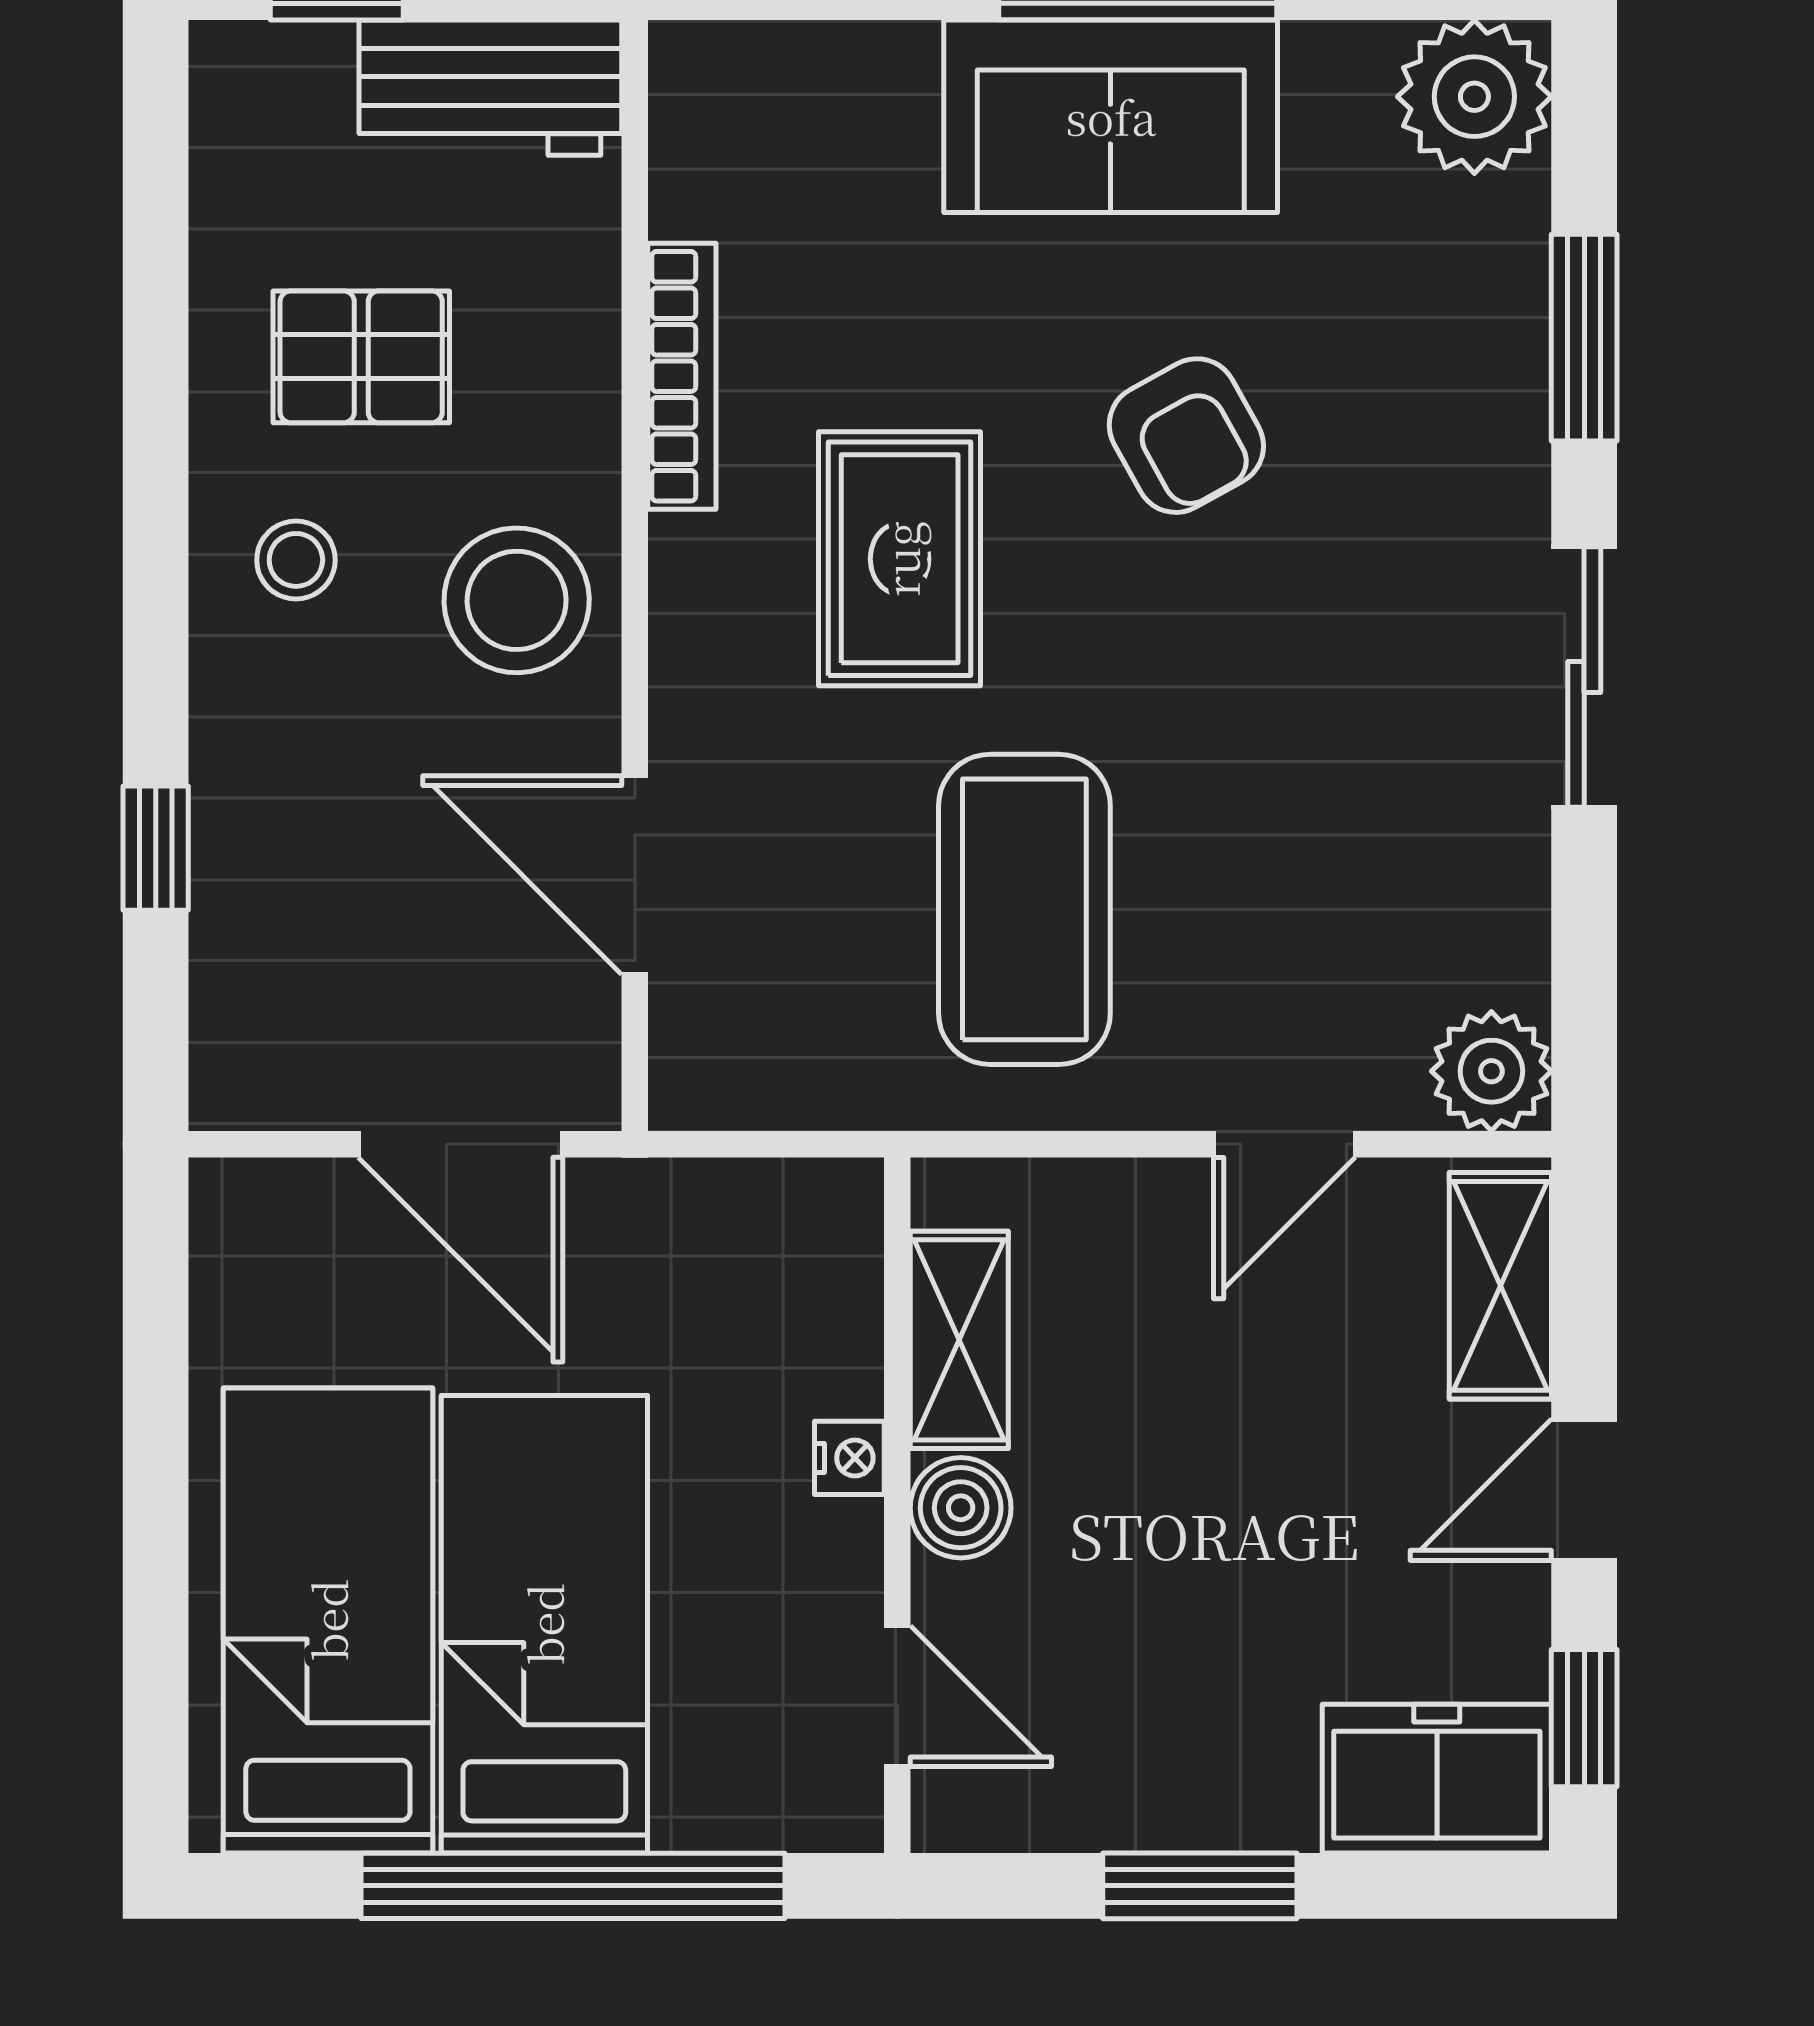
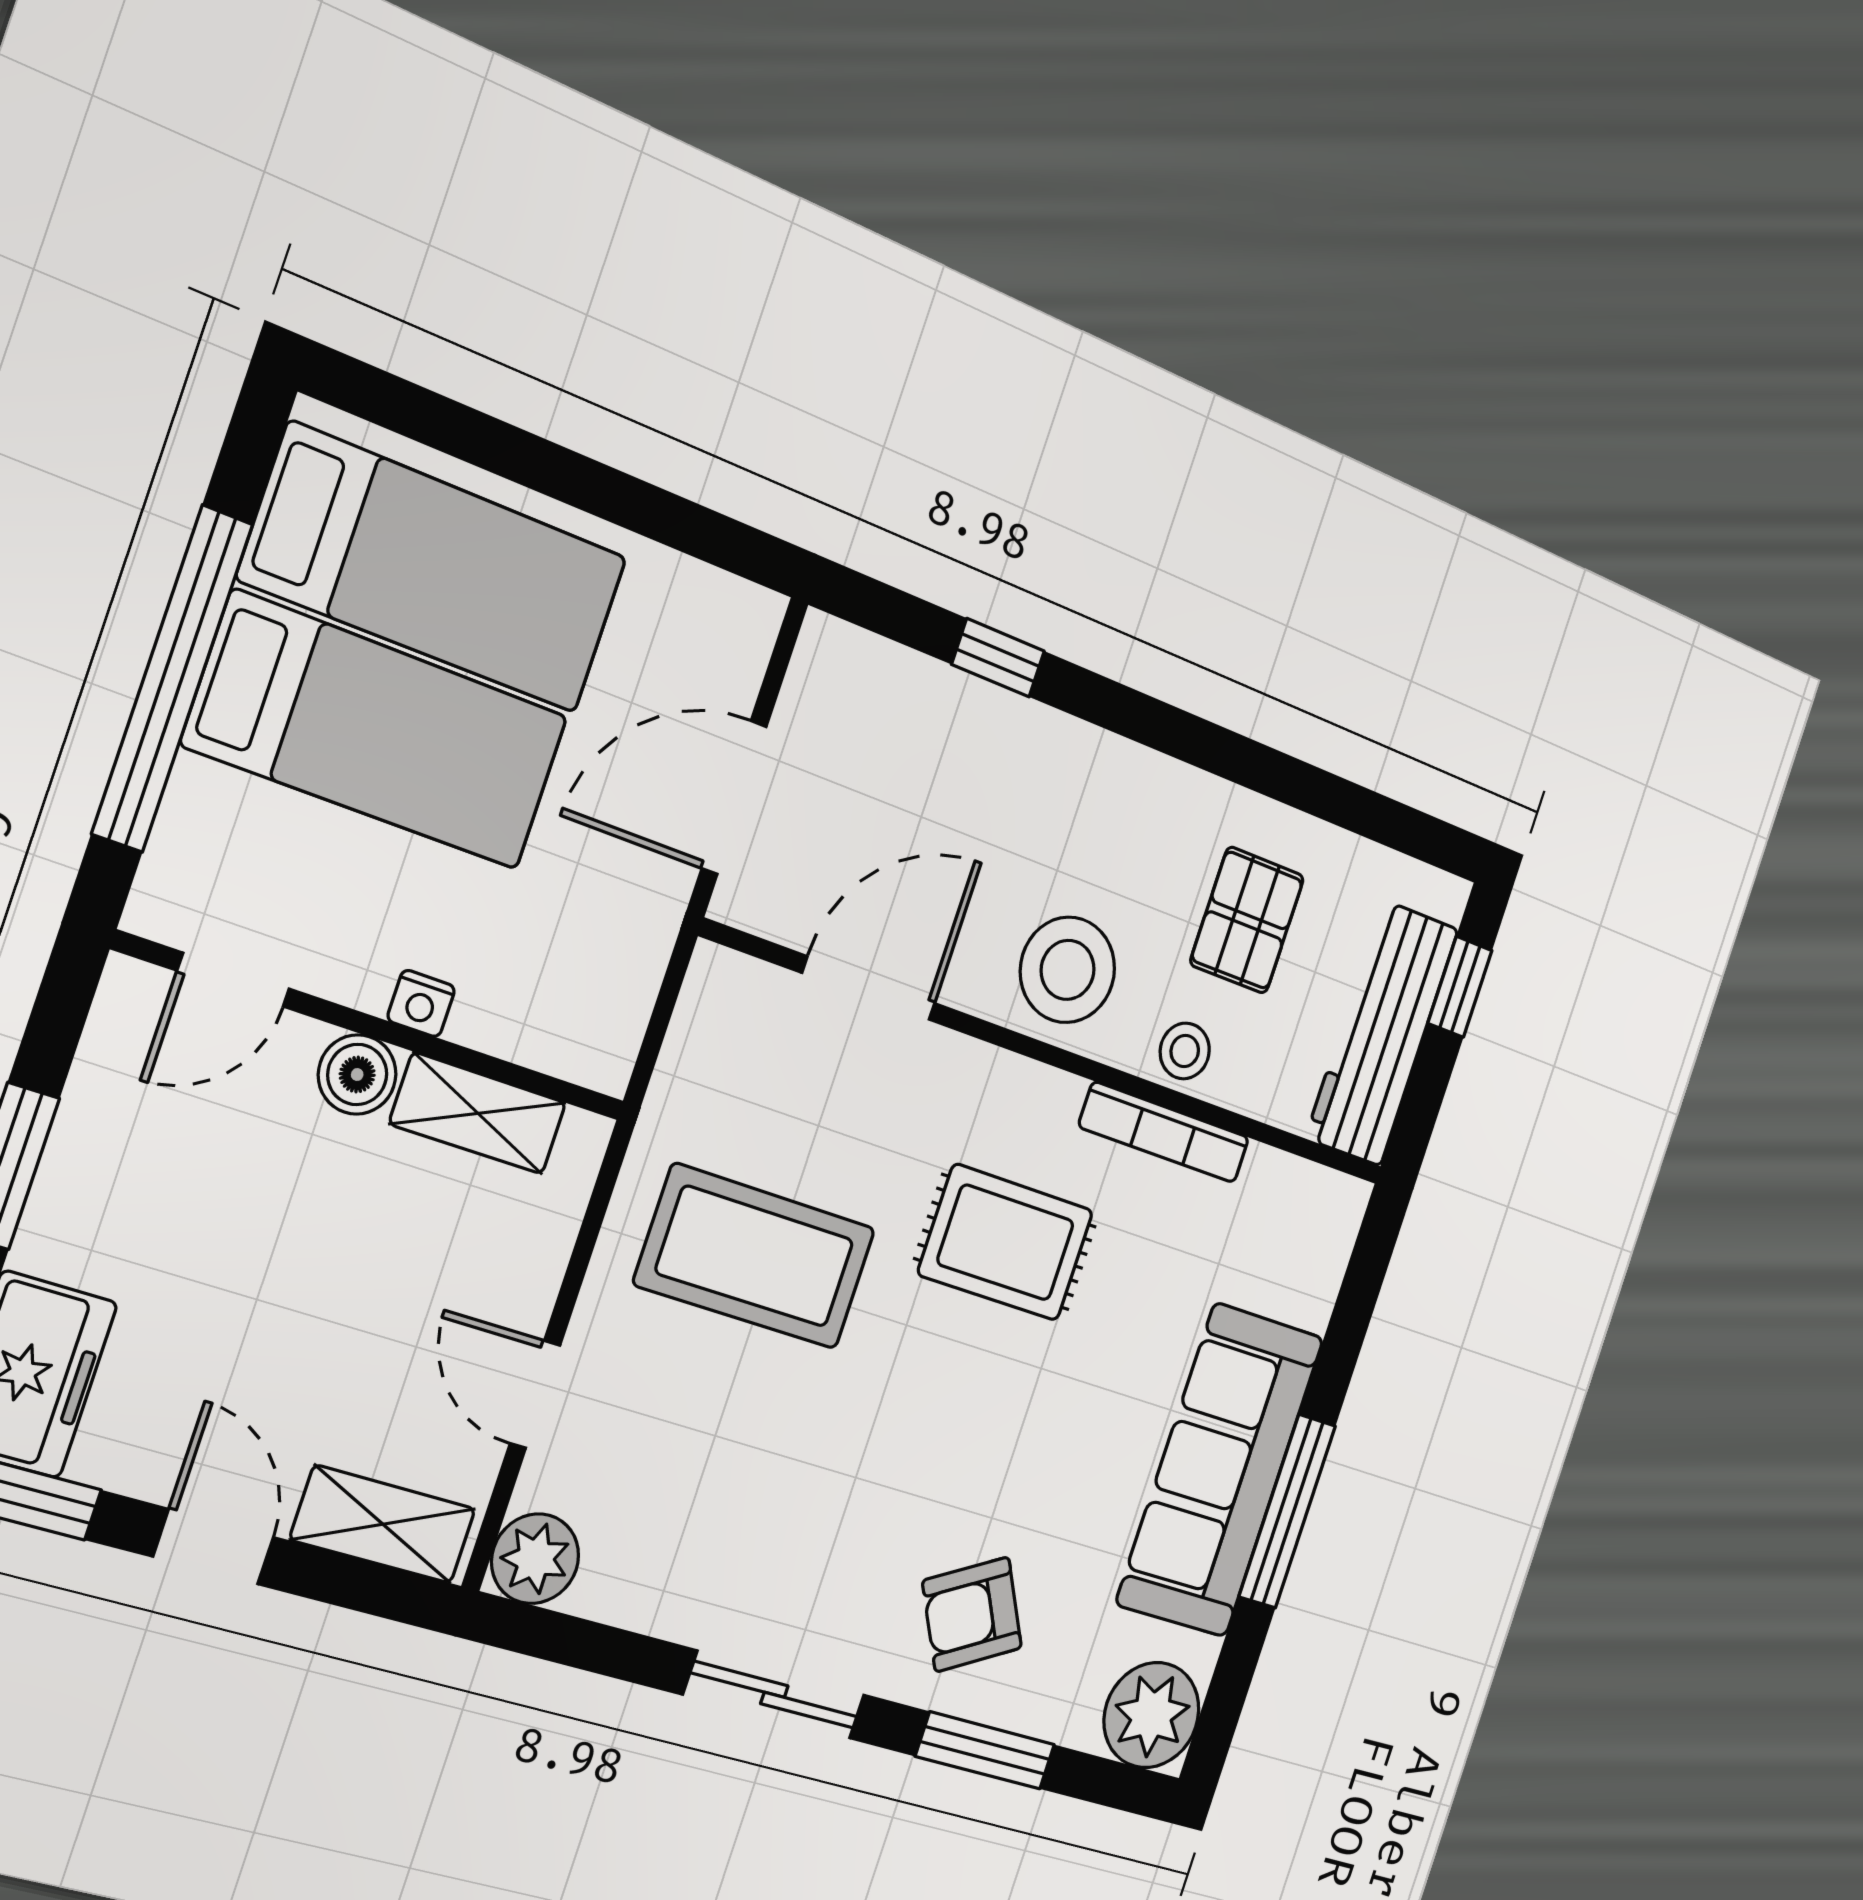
workbench: (490, 88) -> (1382, 1033), width x1.38
sofa: (1111, 116) -> (1220, 1470), width x1.36
armchair: (1186, 436) -> (972, 1614), moved
stool: (296, 560) -> (1185, 1051), moved

